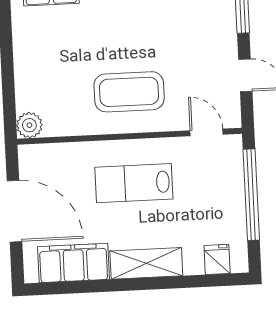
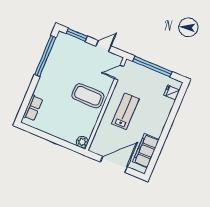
coffee table: (129, 92) -> (88, 96), turned 90
lab bench: (134, 183) -> (125, 111), turned 180
shelving: (146, 263) -> (160, 122), removed

